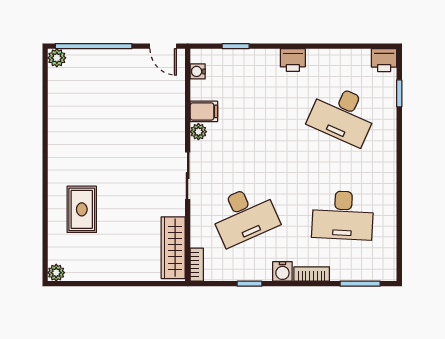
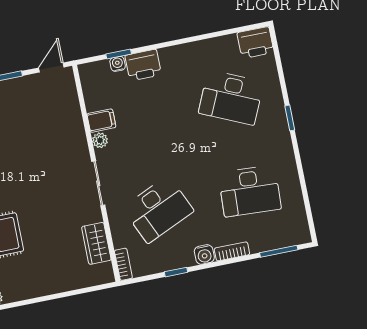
door: (163, 46) -> (51, 67), swing flipped
printer: (293, 60) -> (143, 65), moved, width x1.36, depth x1.24
printer: (384, 60) -> (255, 43), width x1.36, depth x1.24
water cooler: (198, 71) -> (118, 64), moved, turned 90
window: (399, 93) -> (290, 118), moved
wardrobe: (173, 248) -> (96, 243), width x0.67

